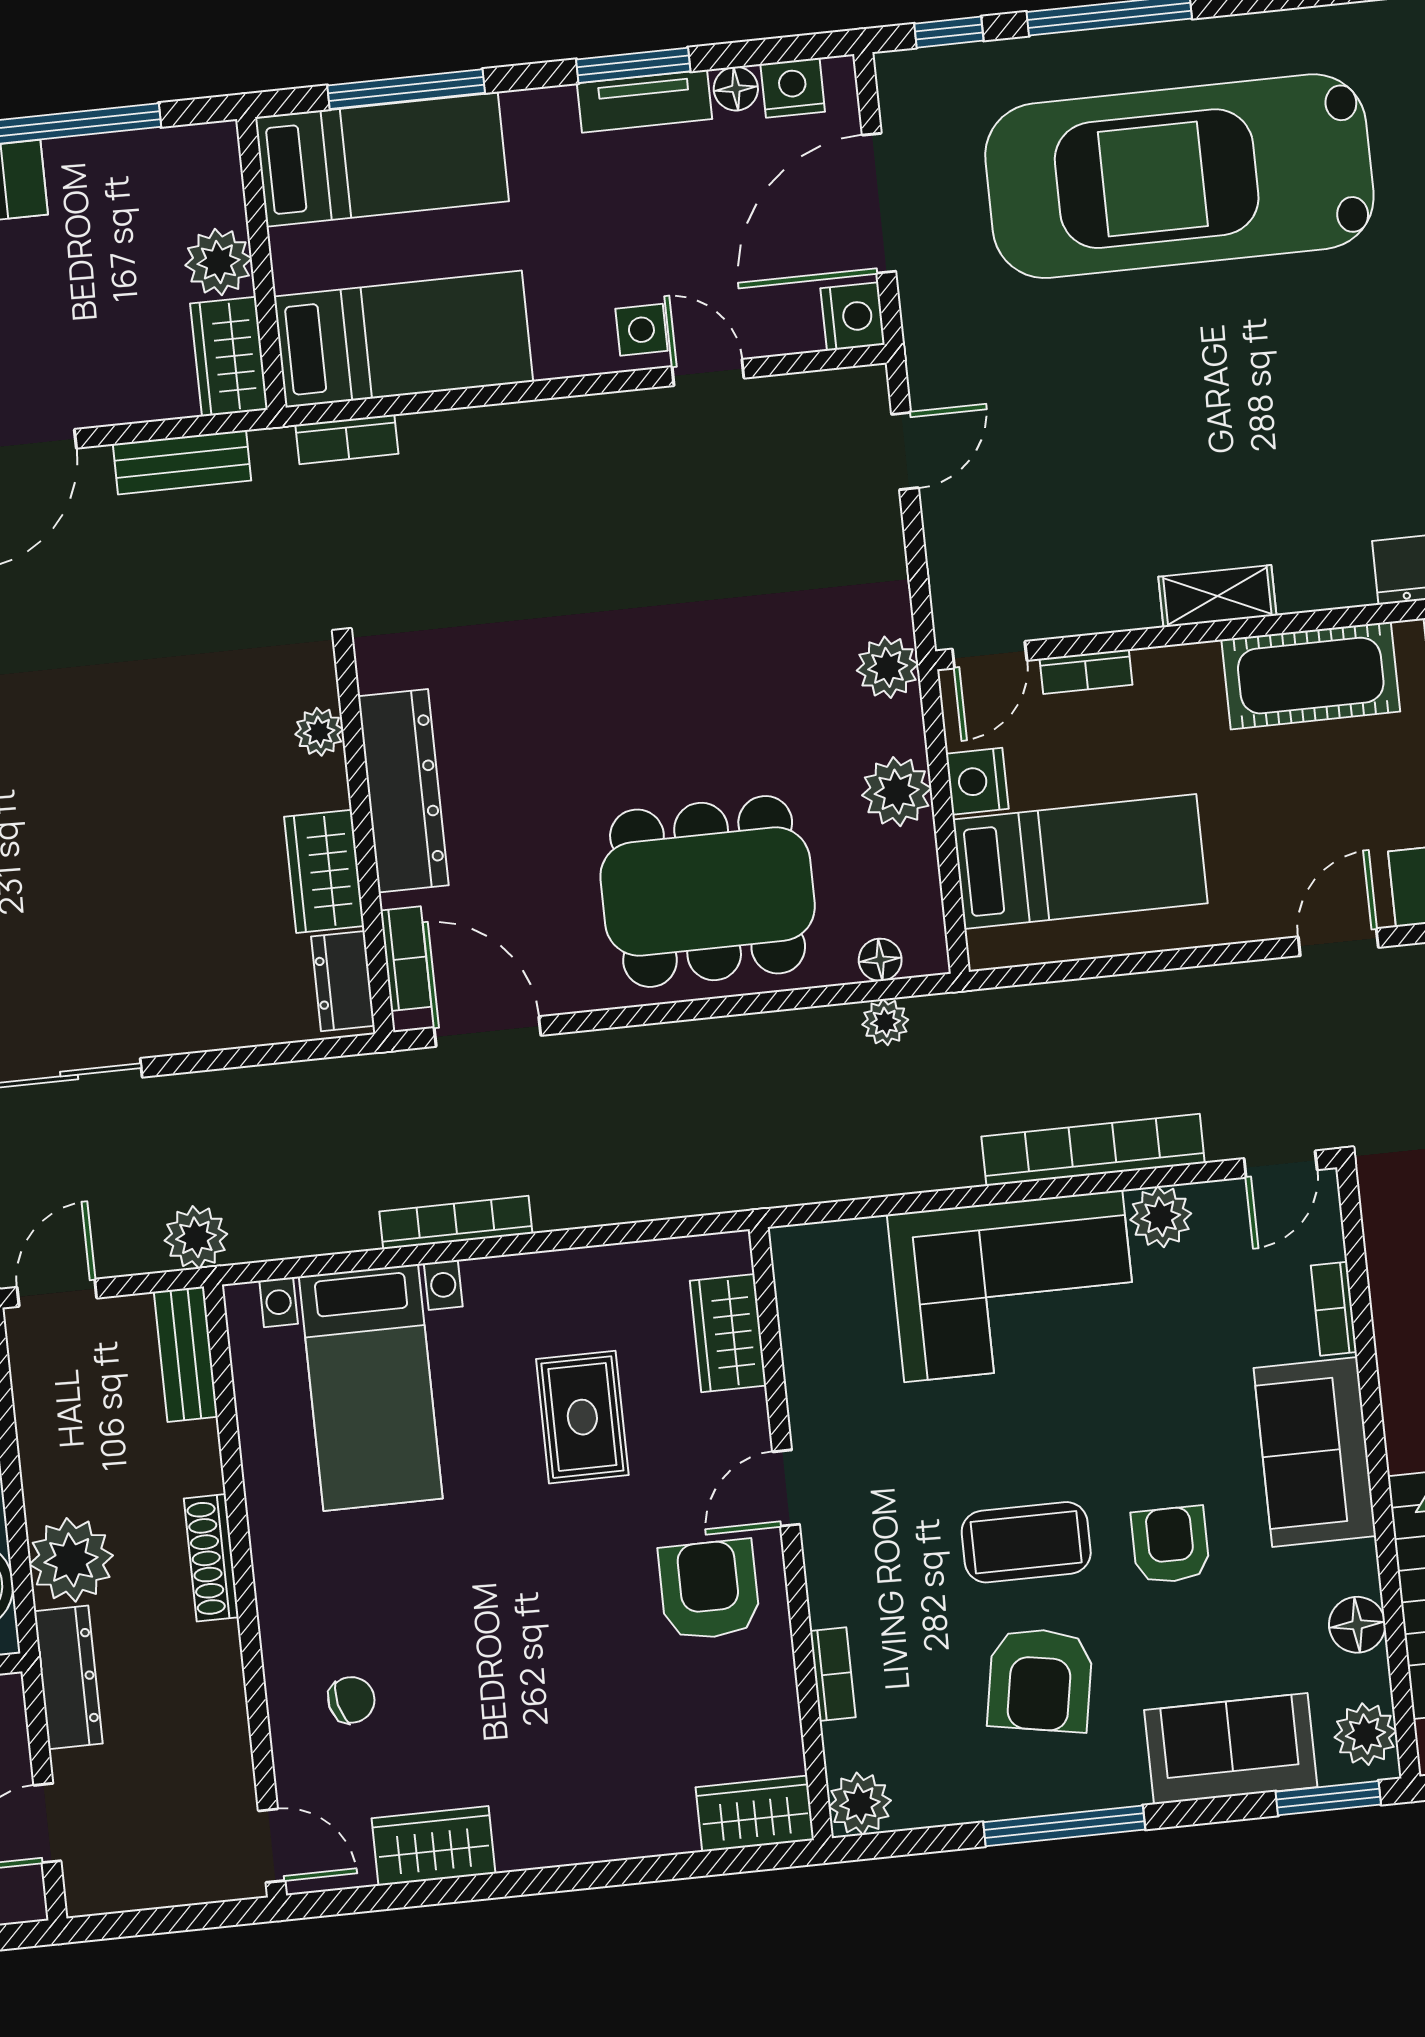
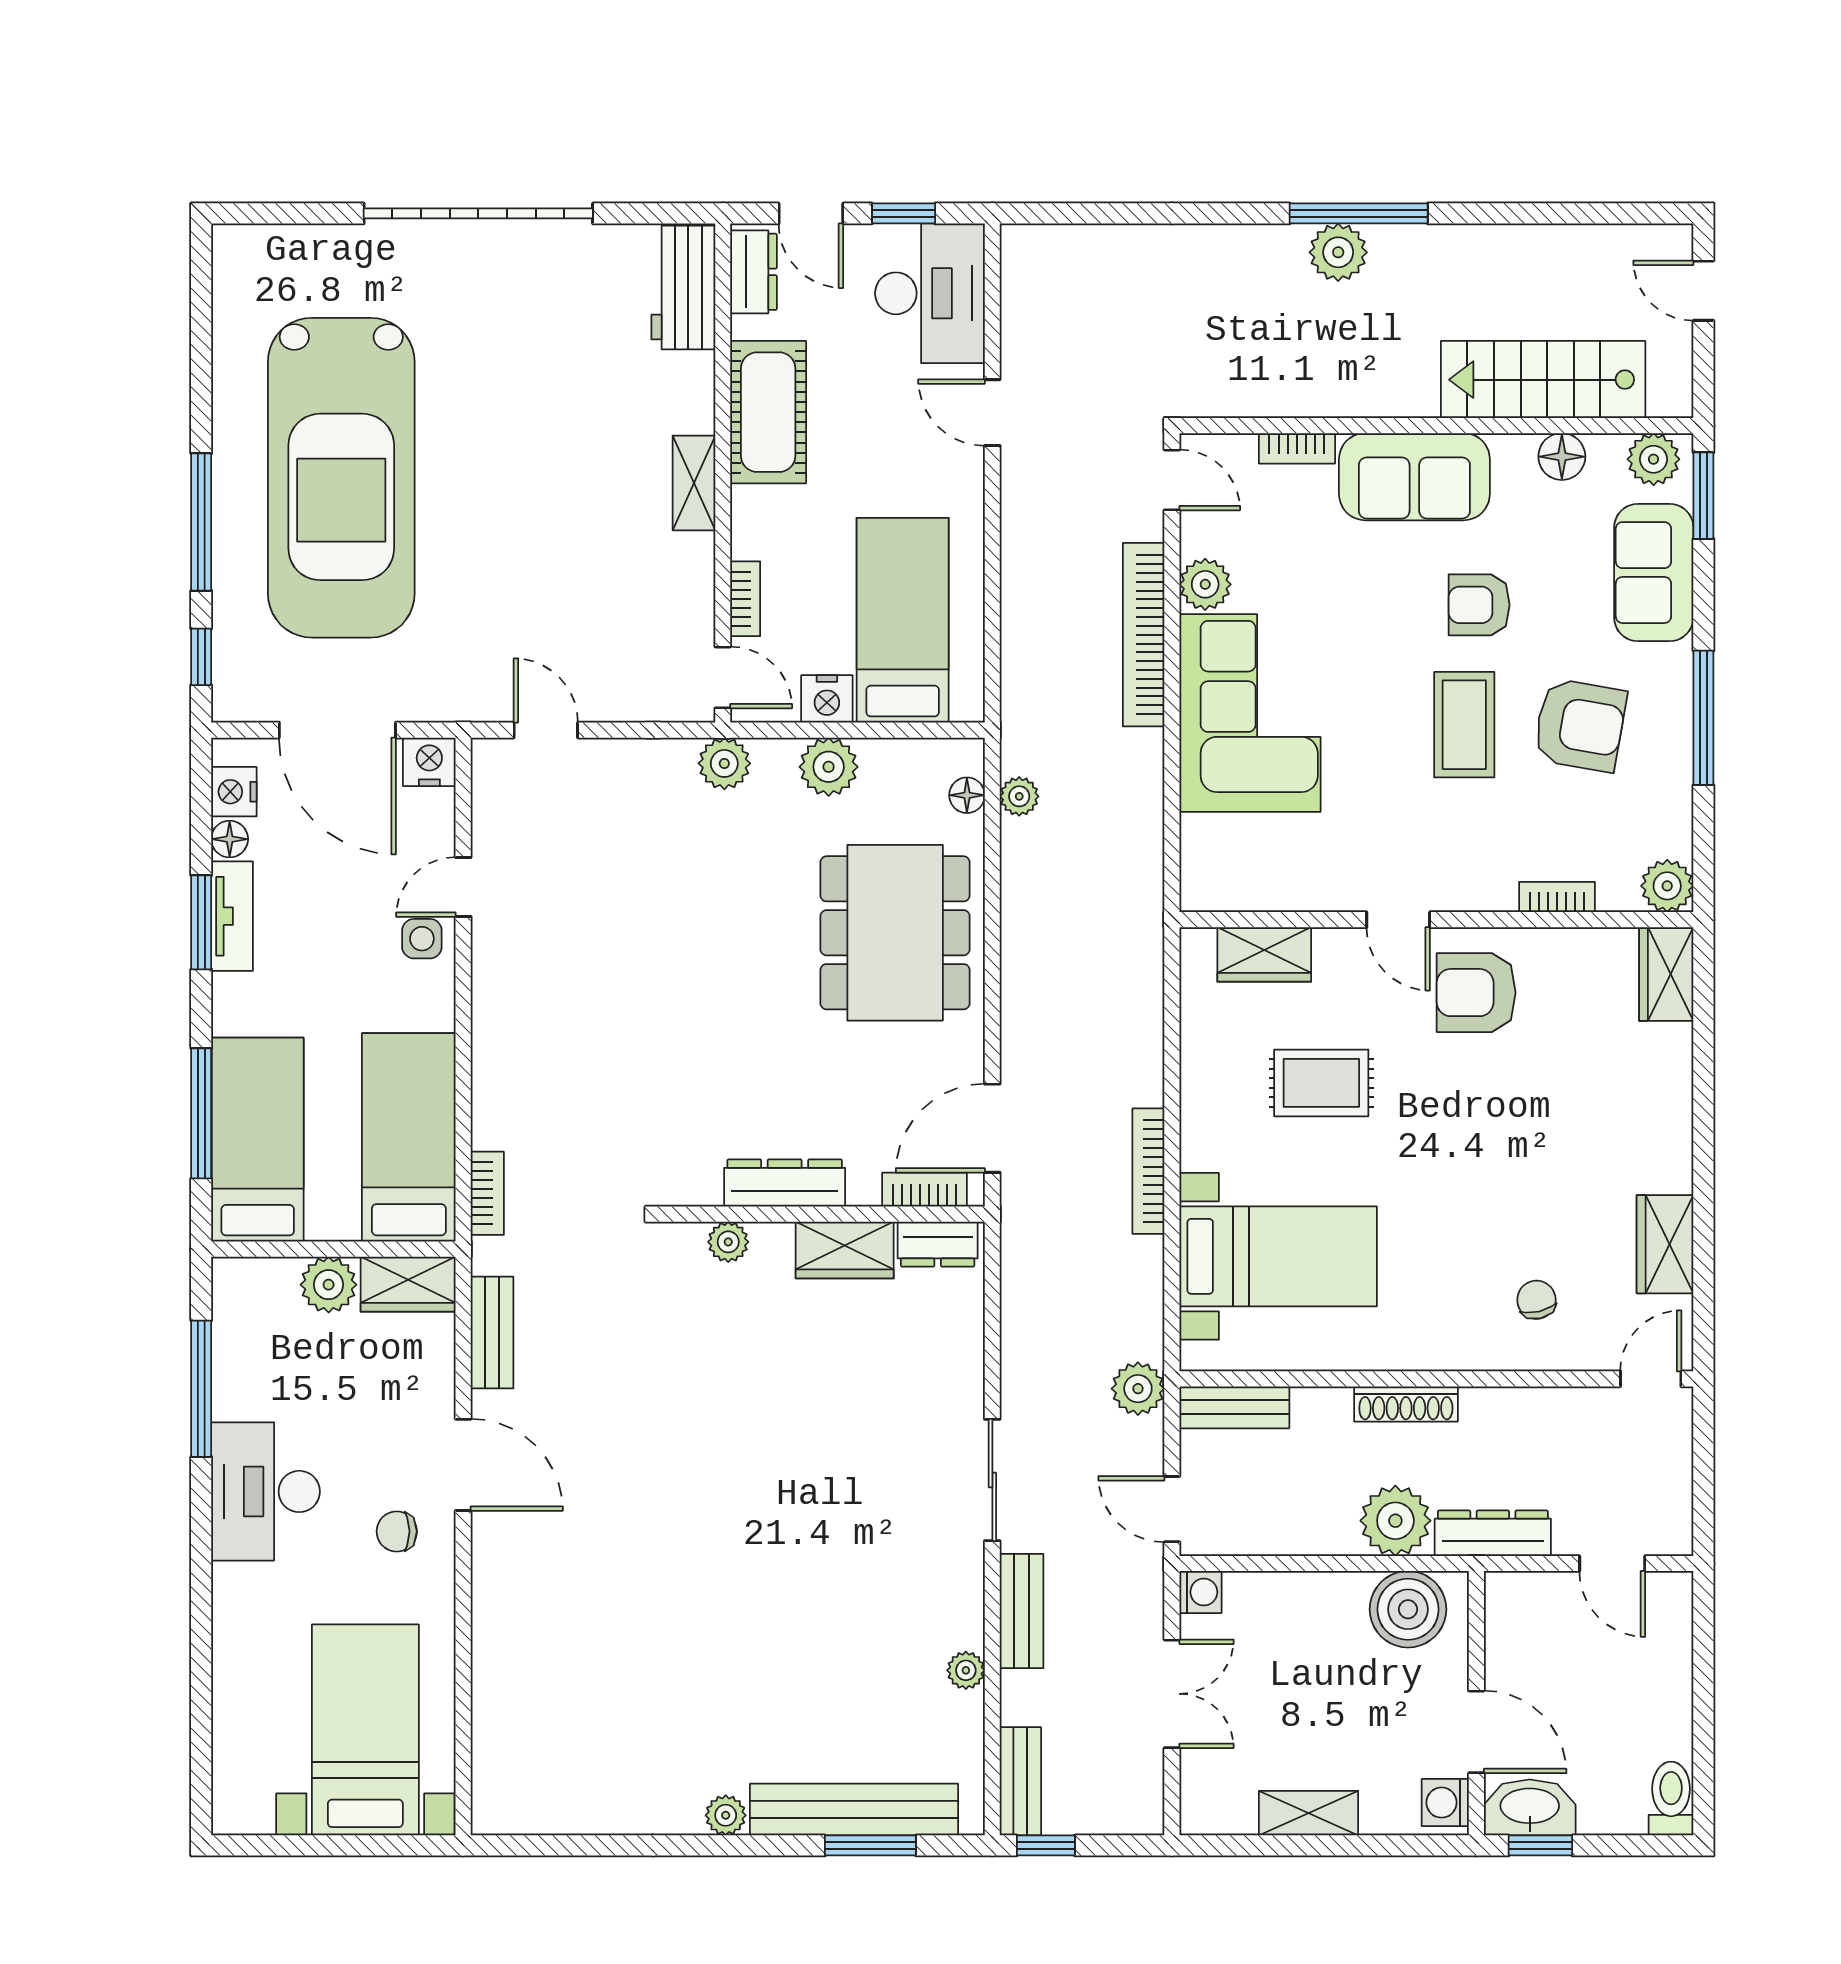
dresser: (403, 791) -> (785, 1183), width x0.73, depth x0.80

